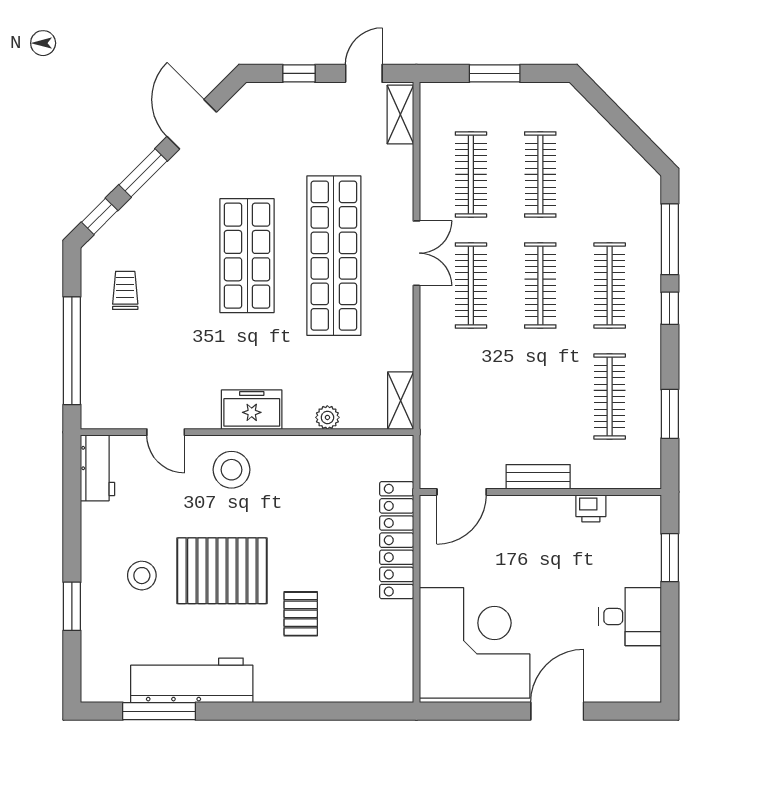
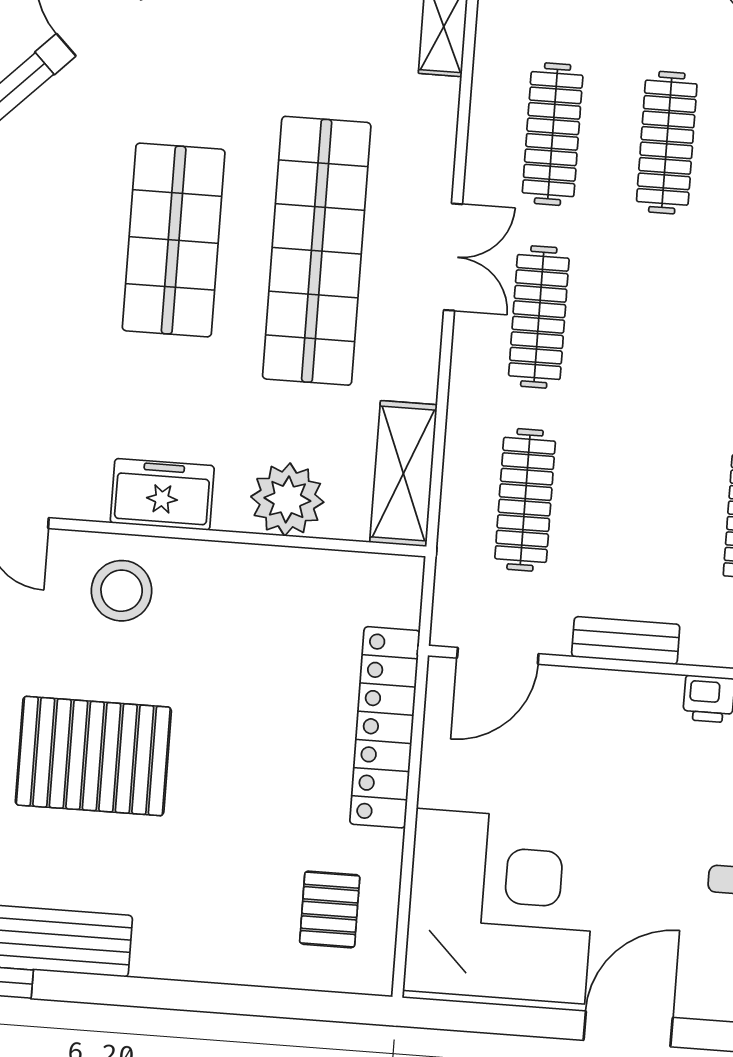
clothes rail: (540, 286) -> (525, 500), moved
shelving: (401, 401) -> (403, 474), width x1.50, depth x1.33
plant: (327, 417) -> (287, 499), width x1.88, depth x1.88
pallet: (301, 614) -> (330, 909), moved

